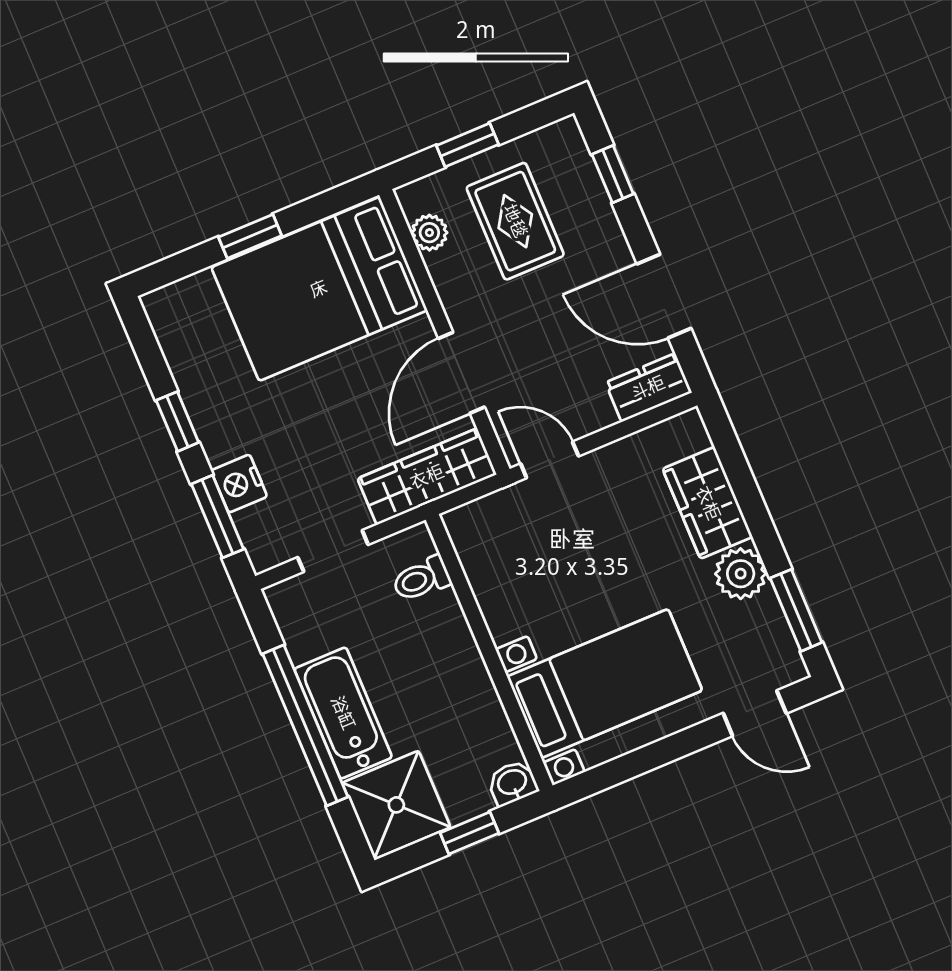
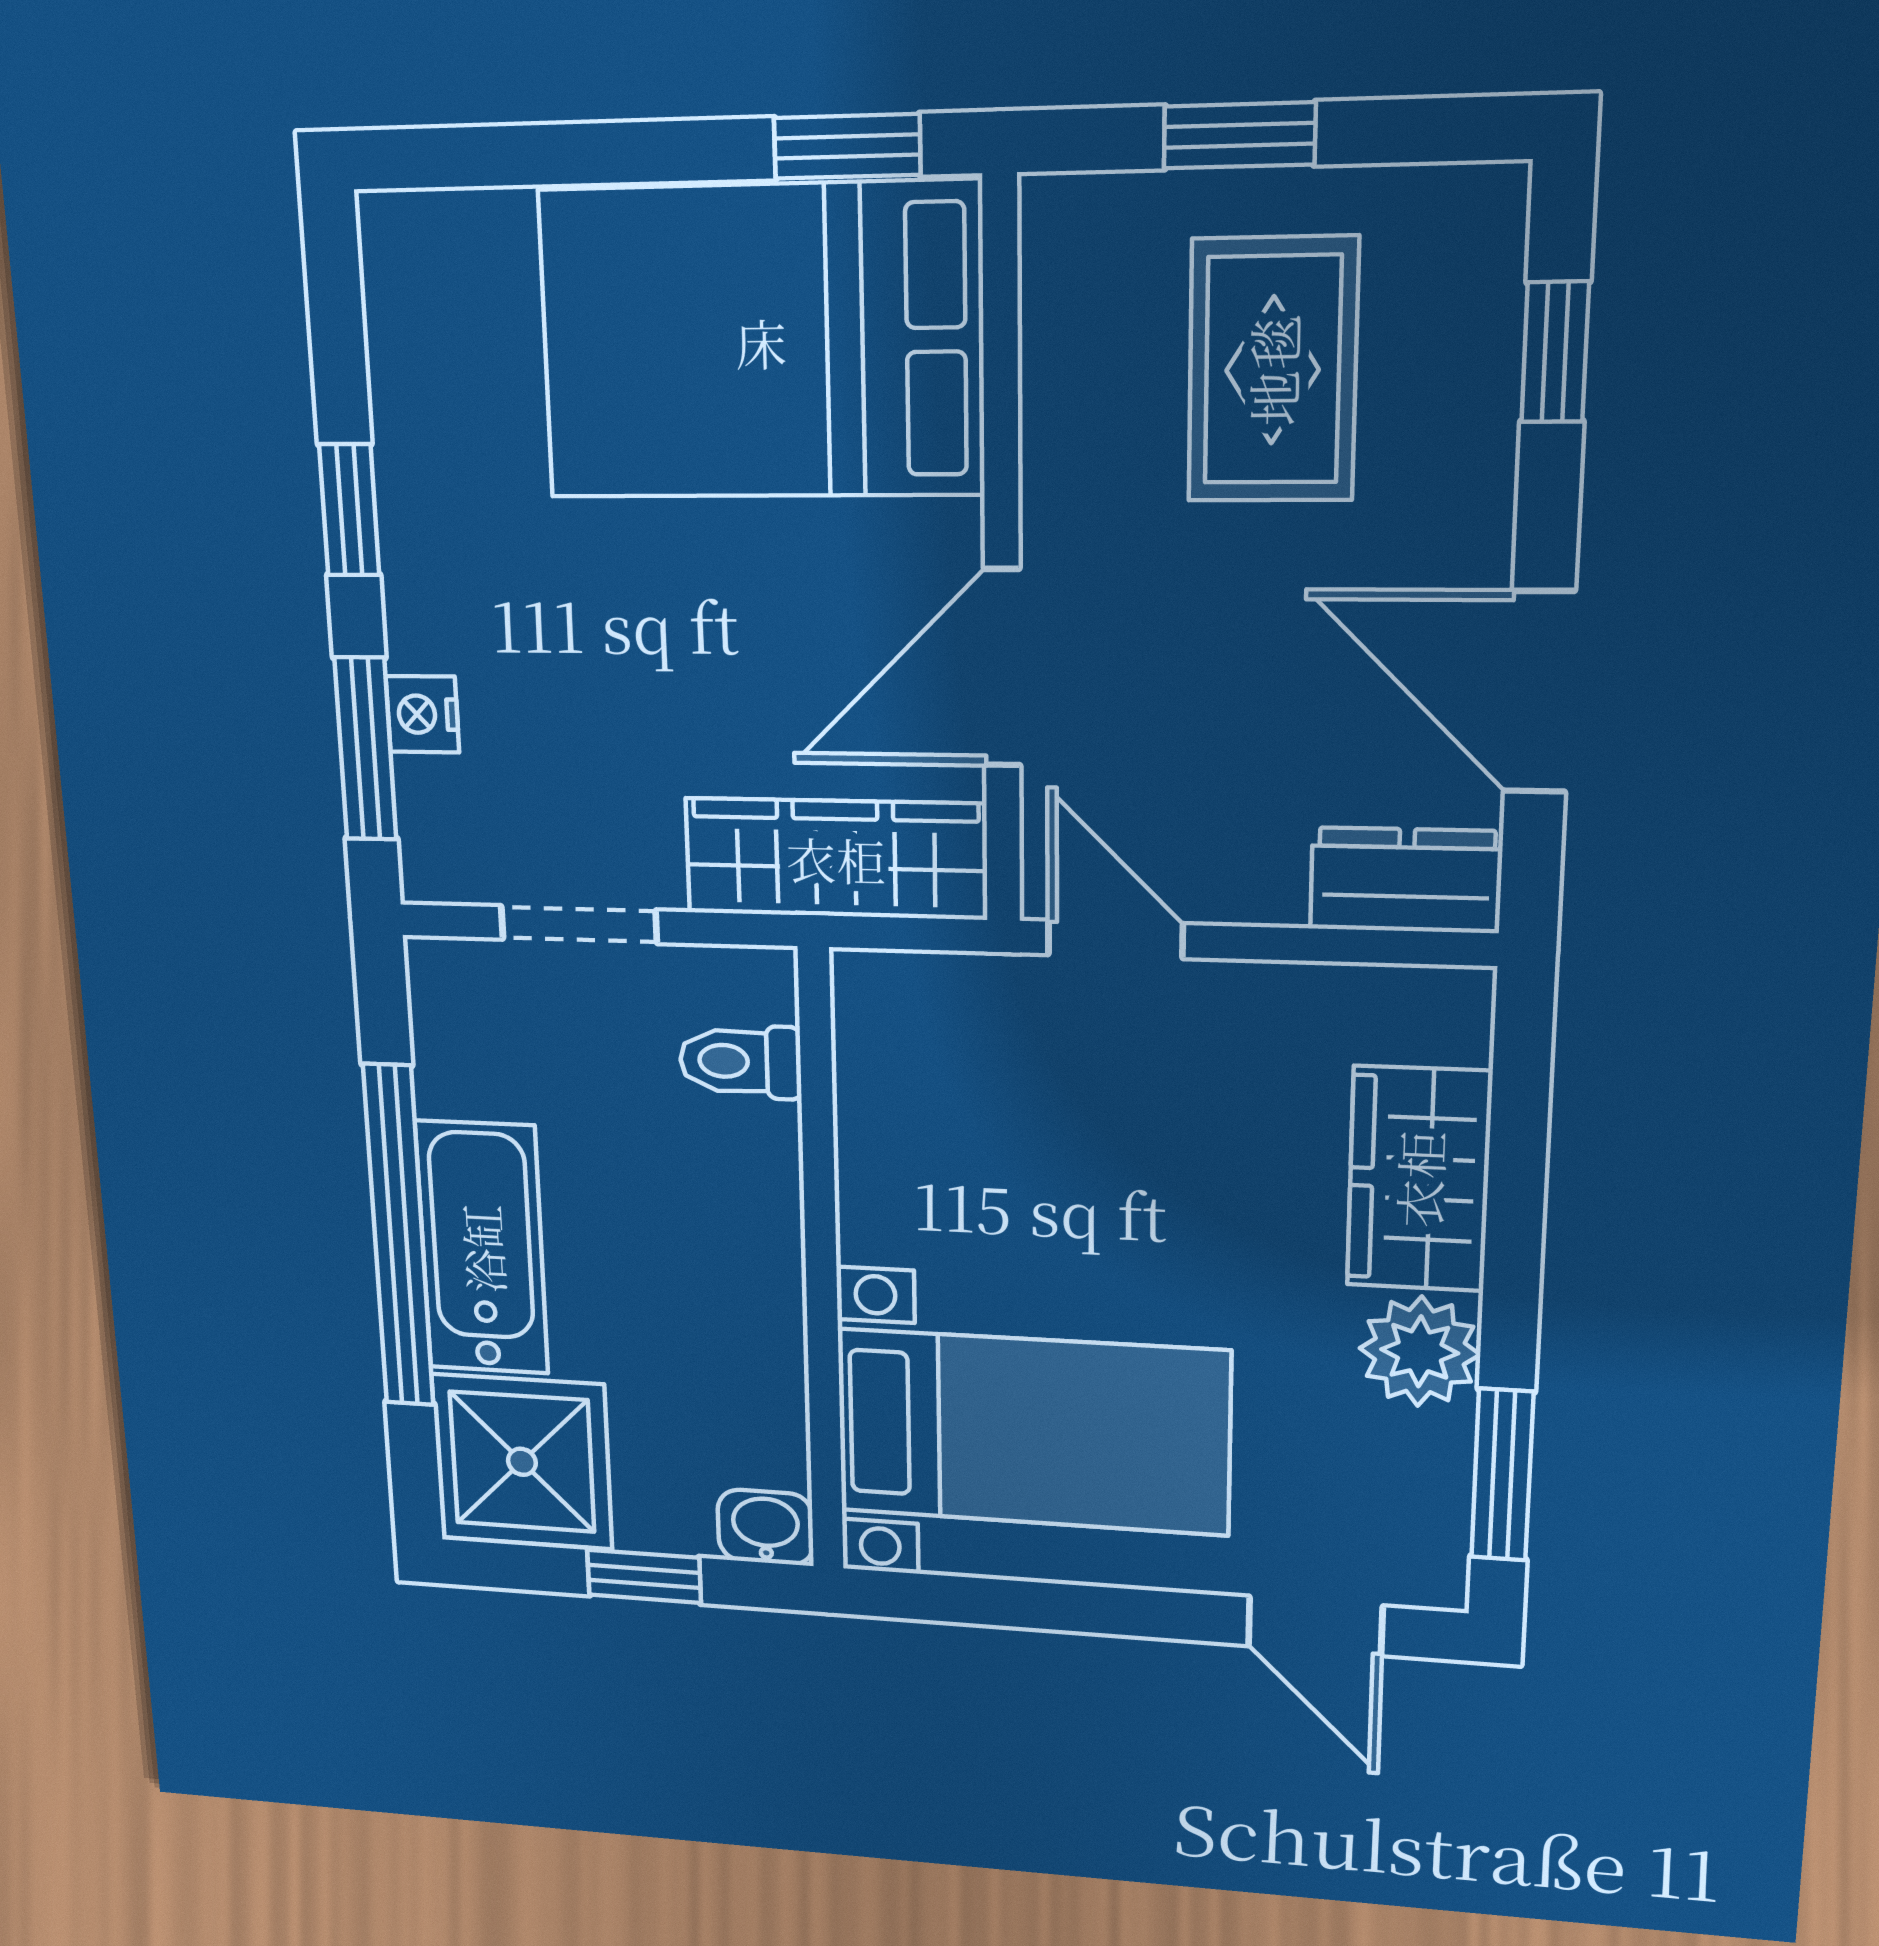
plant: (429, 233) -> (1062, 314), removed
window: (250, 236) -> (847, 146), moved
nightstand: (239, 484) -> (422, 714), width x0.72, depth x0.74

